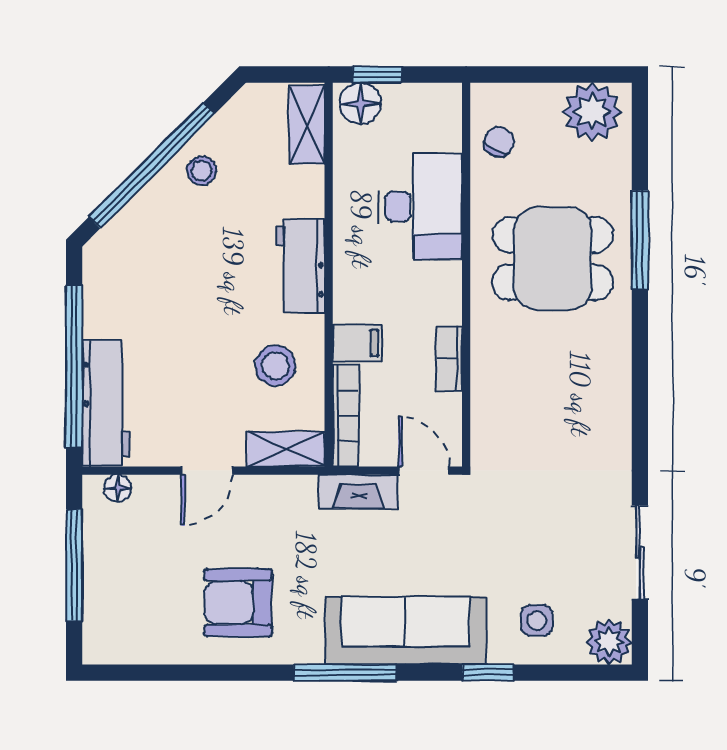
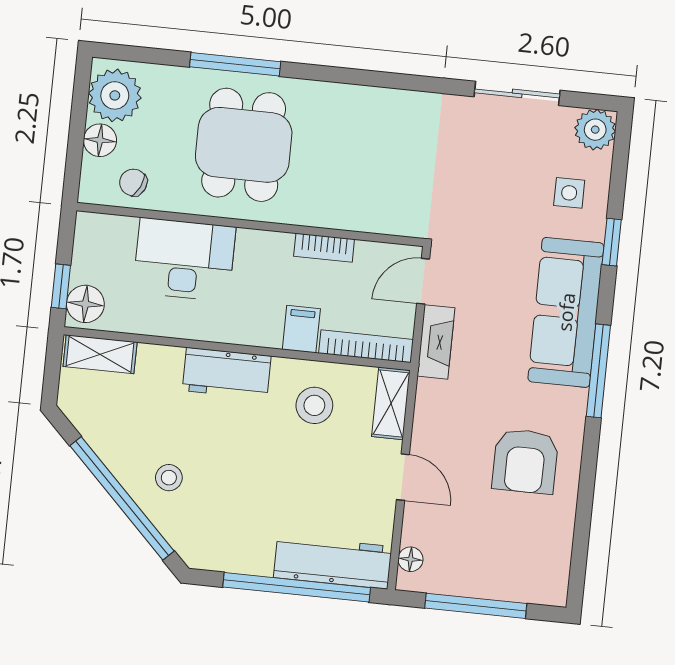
floor lamp: (541, 101) -> (100, 140), added
stool: (202, 171) -> (169, 478), moved

